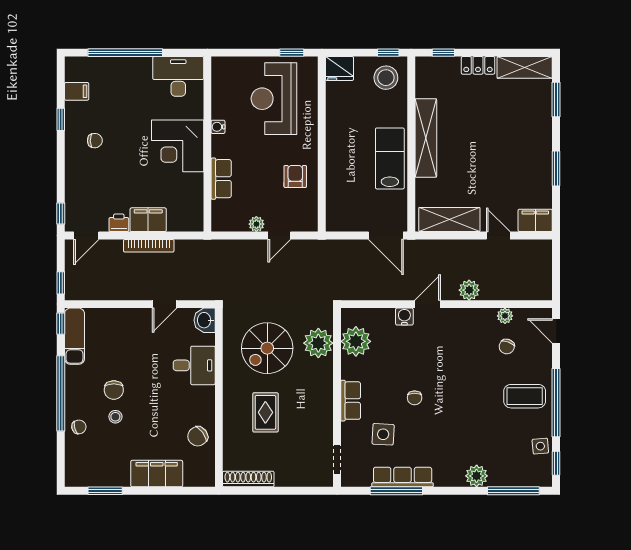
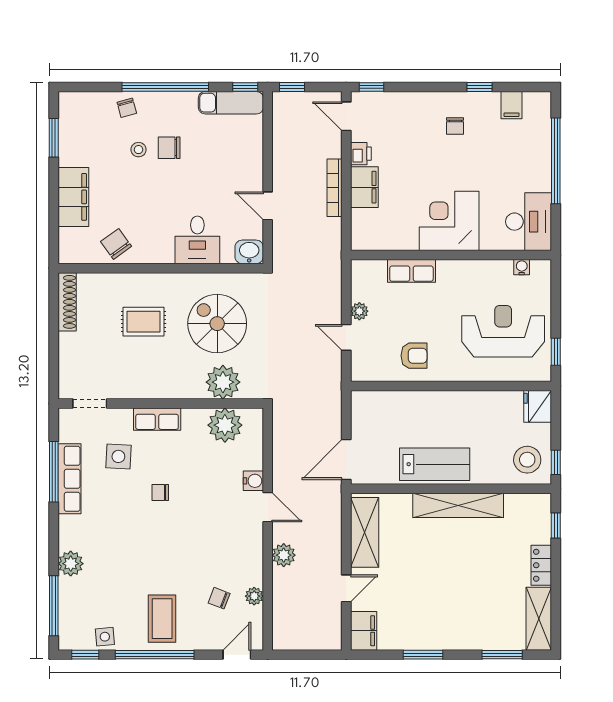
water cooler: (218, 127) -> (522, 267), moved

